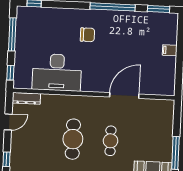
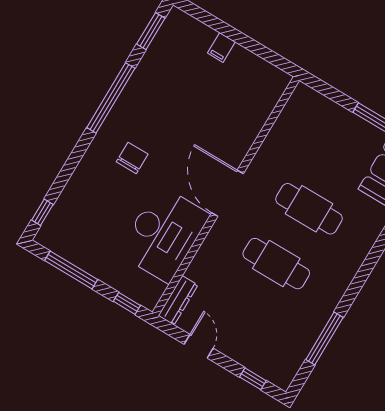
door: (124, 96) -> (228, 193), moved
cafe table: (111, 141) -> (309, 209), width x1.37, depth x1.35

